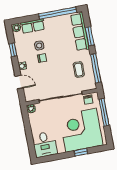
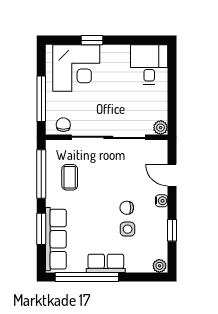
row of seats: (33, 26) -> (106, 263), moved
corner desk: (81, 130) -> (76, 68), width x0.74, depth x0.74

